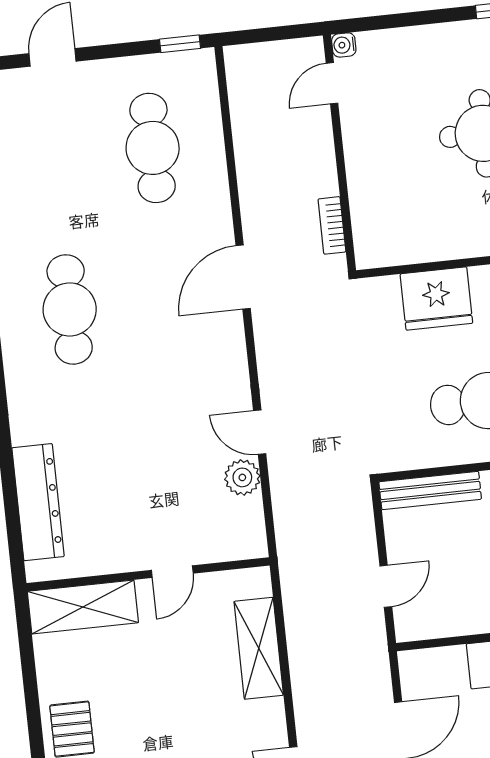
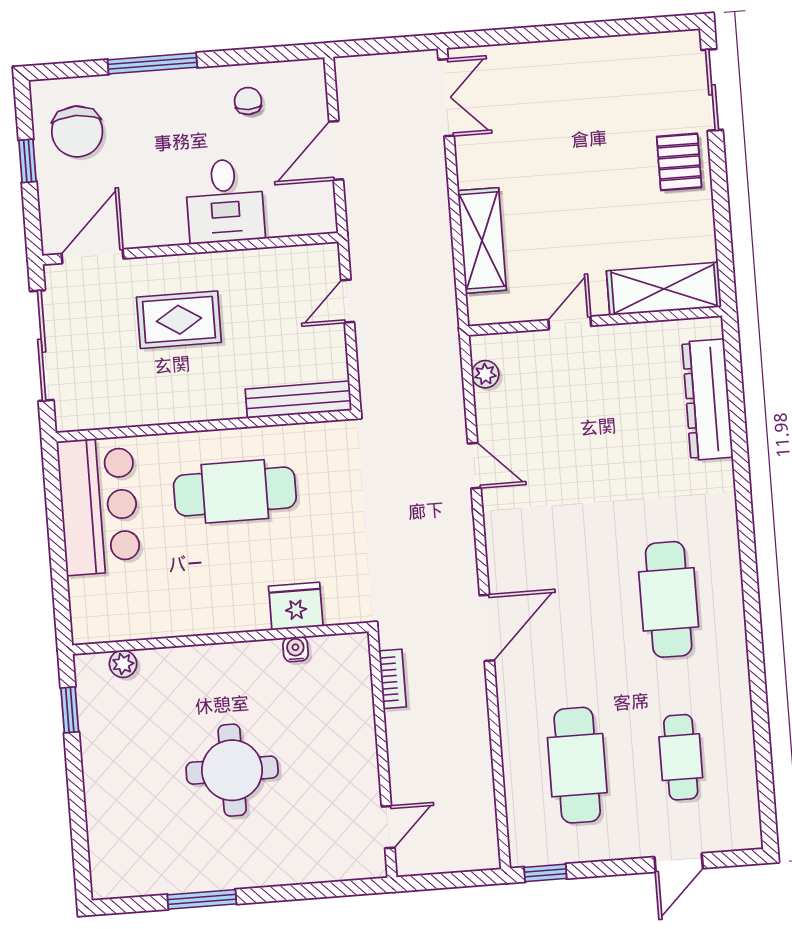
water cooler: (344, 45) -> (296, 649), moved, turned -90
cafe table: (53, 159) -> (681, 757), added
fridge: (436, 299) -> (296, 606), width x0.73, depth x0.75
plant: (242, 477) -> (485, 374), moved, width x0.73, depth x0.73

